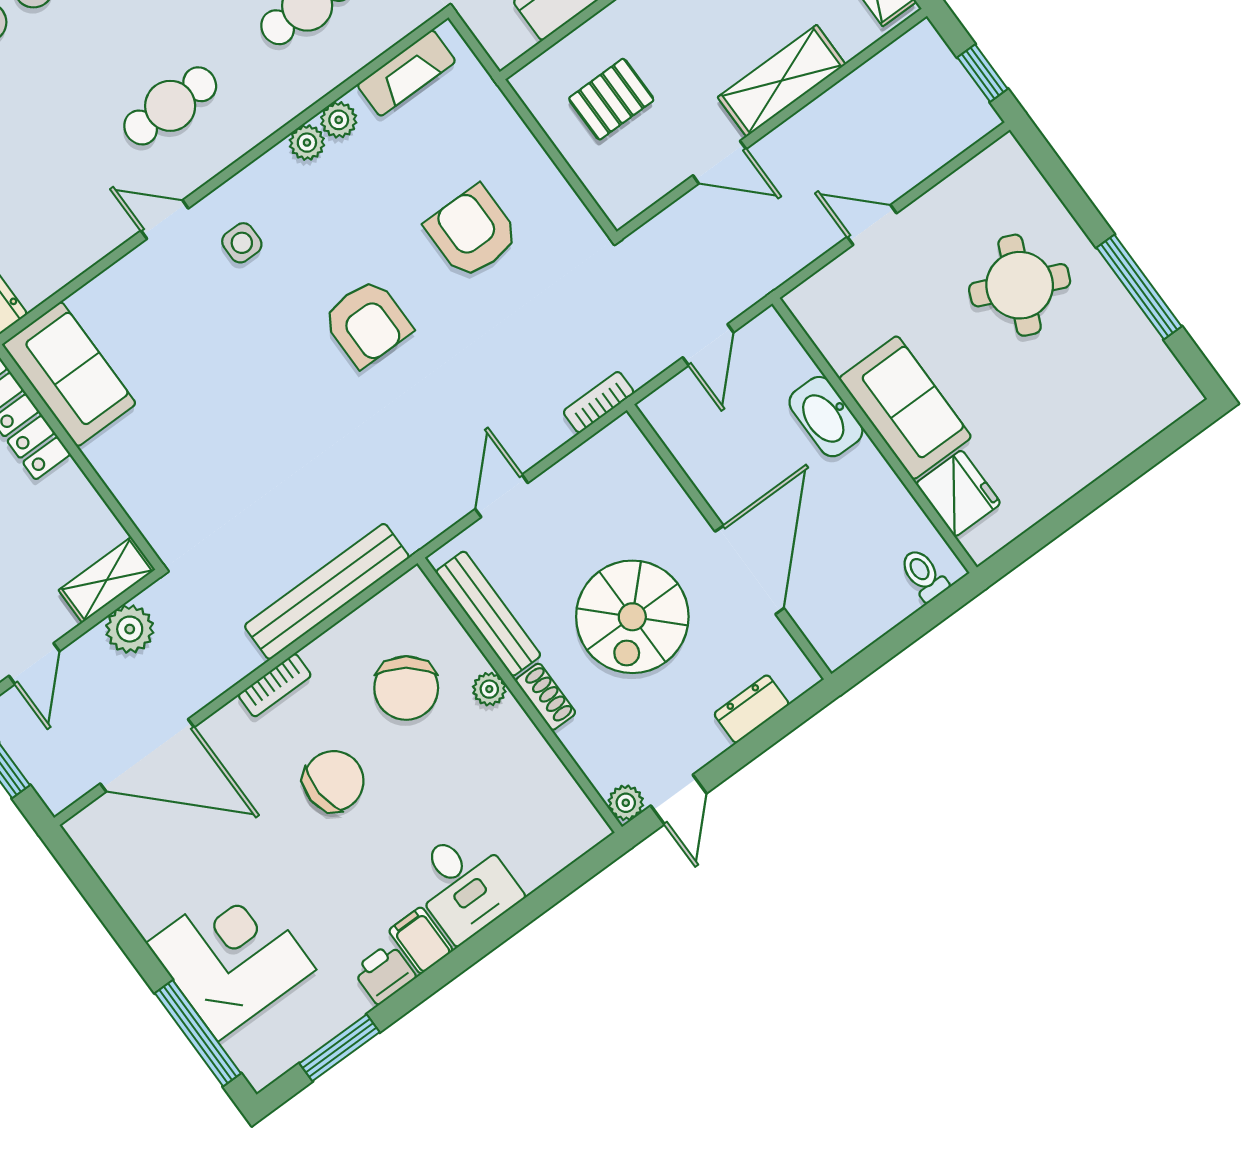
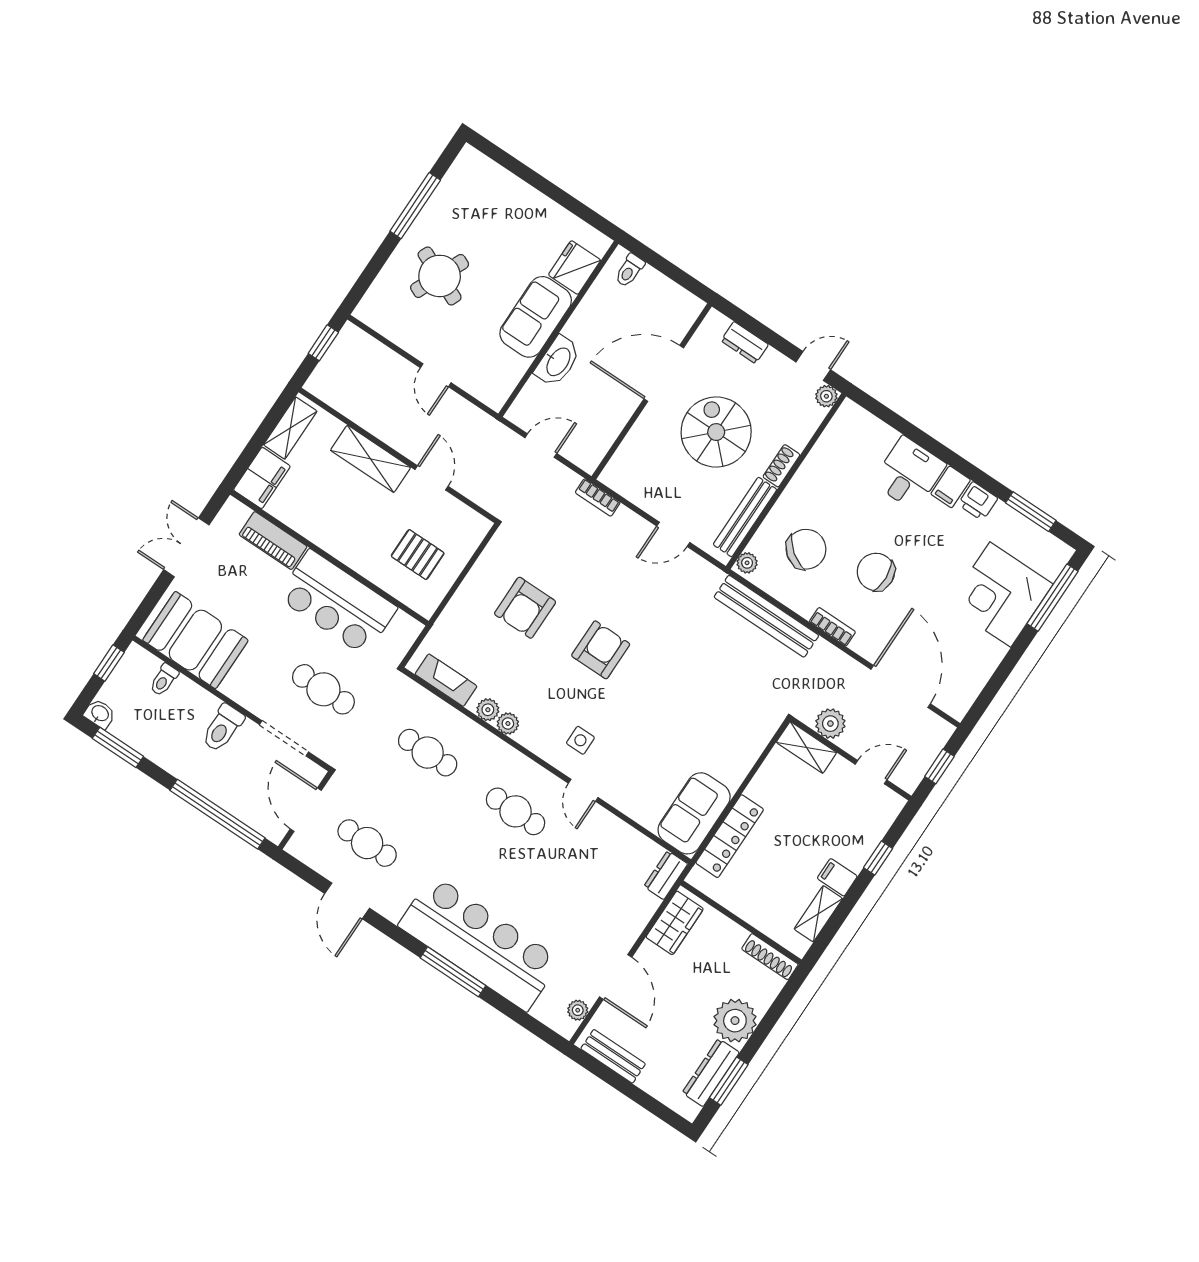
spiral stairs: (632, 617) -> (716, 432), turned -90
plant: (489, 689) -> (747, 563), moved

